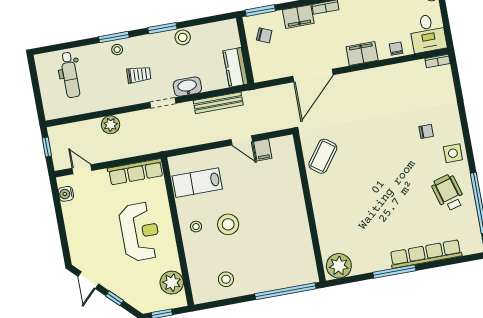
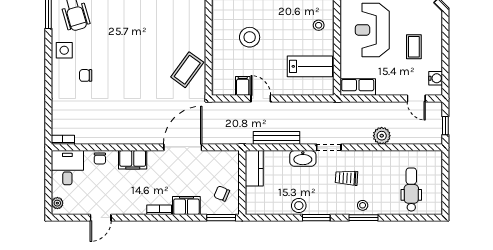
row of seats: (136, 172) -> (358, 87), width x0.68
coffee table: (94, 222) -> (414, 47), added
stool: (228, 224) -> (250, 37), moved

